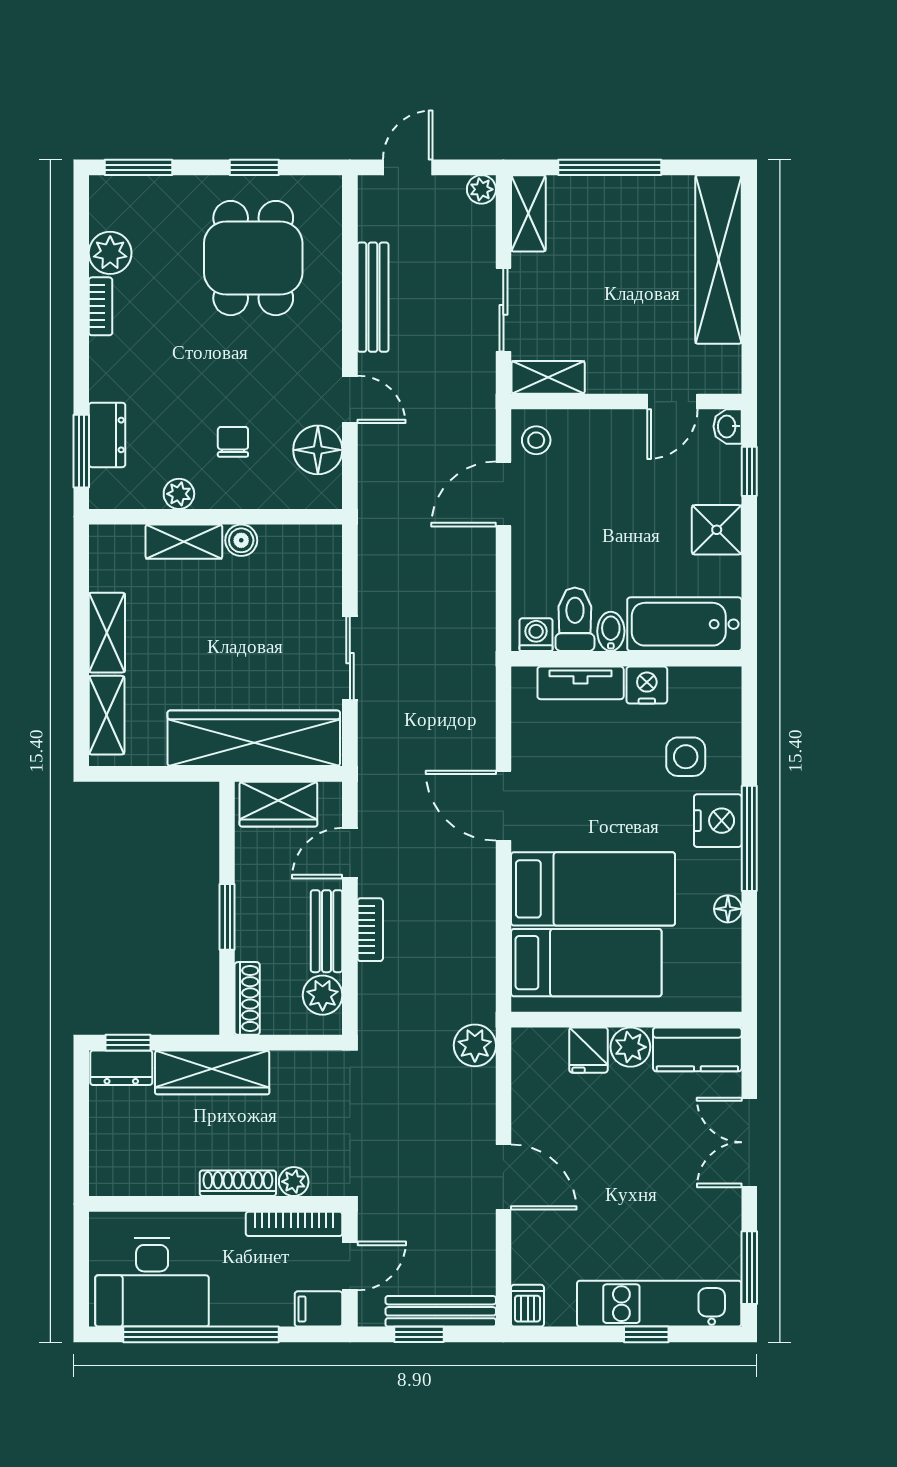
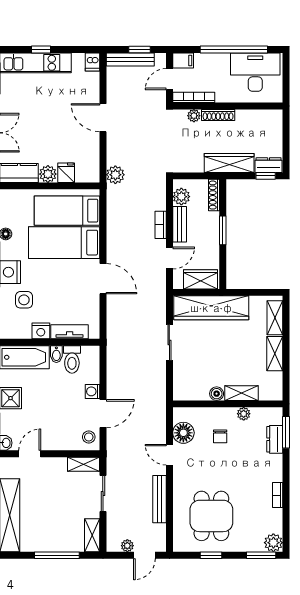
plant: (481, 189) -> (127, 546), moved
plant: (110, 253) -> (273, 543), moved
washing machine: (536, 635) -> (92, 391), moved, turned 90

